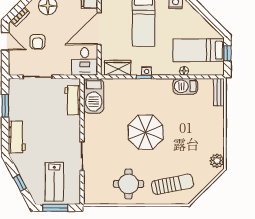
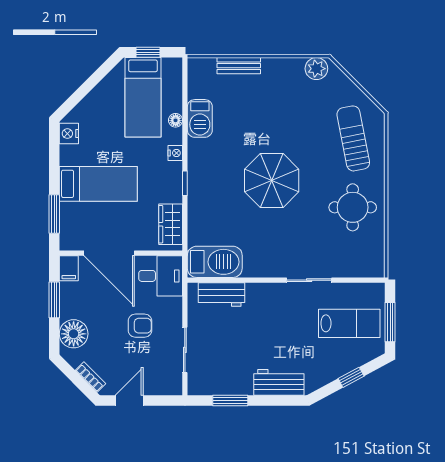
armchair: (37, 42) -> (140, 326), moved
nightstand: (147, 71) -> (175, 153), moved
bench: (219, 92) -> (239, 66), moved

